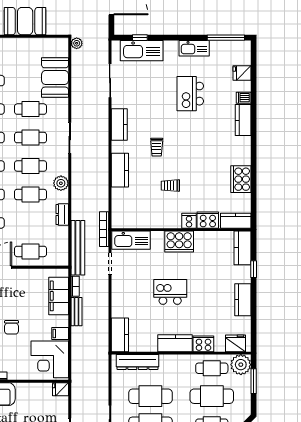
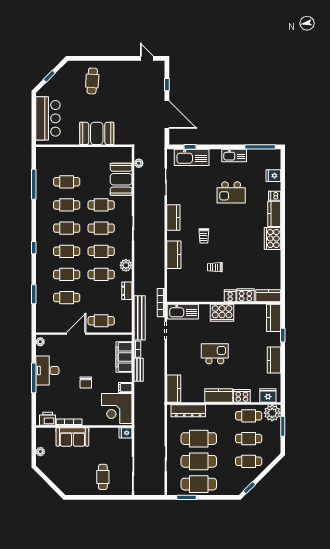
plant: (77, 43) -> (139, 163), moved
kitchen island: (190, 94) -> (231, 192), turned -90
cooker: (241, 179) -> (272, 238), moved
cafe table: (212, 396) -> (249, 439), width x0.73, depth x0.74

